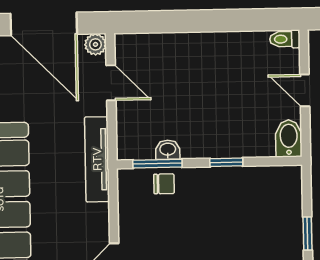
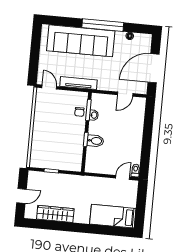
plant: (95, 44) -> (142, 89), removed
door: (305, 90) -> (123, 177), moved
bidet: (289, 138) -> (95, 141), moved
tv unit: (97, 159) -> (78, 83), moved

